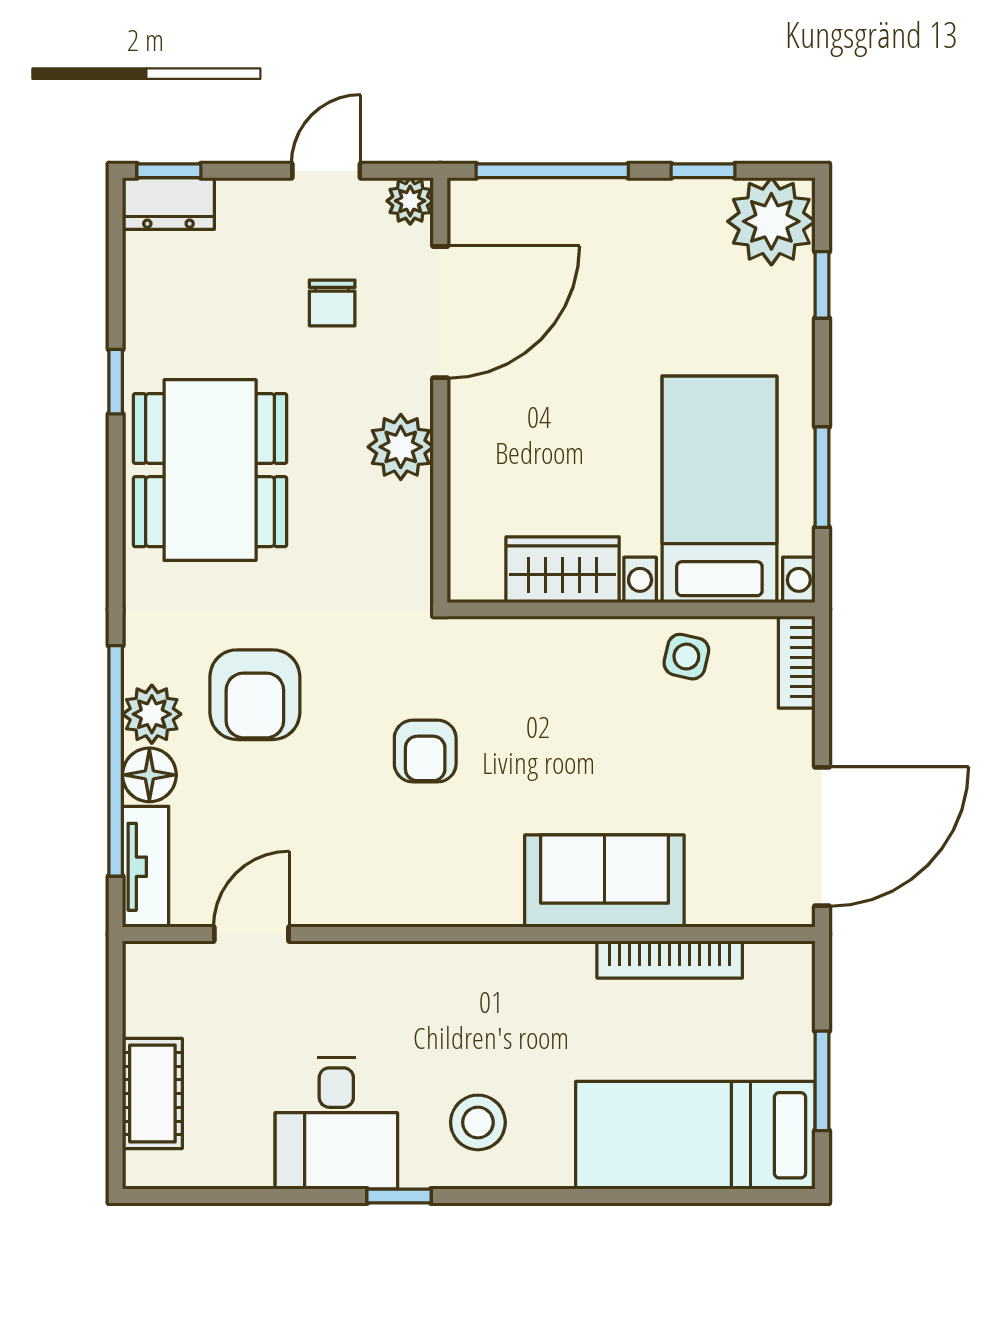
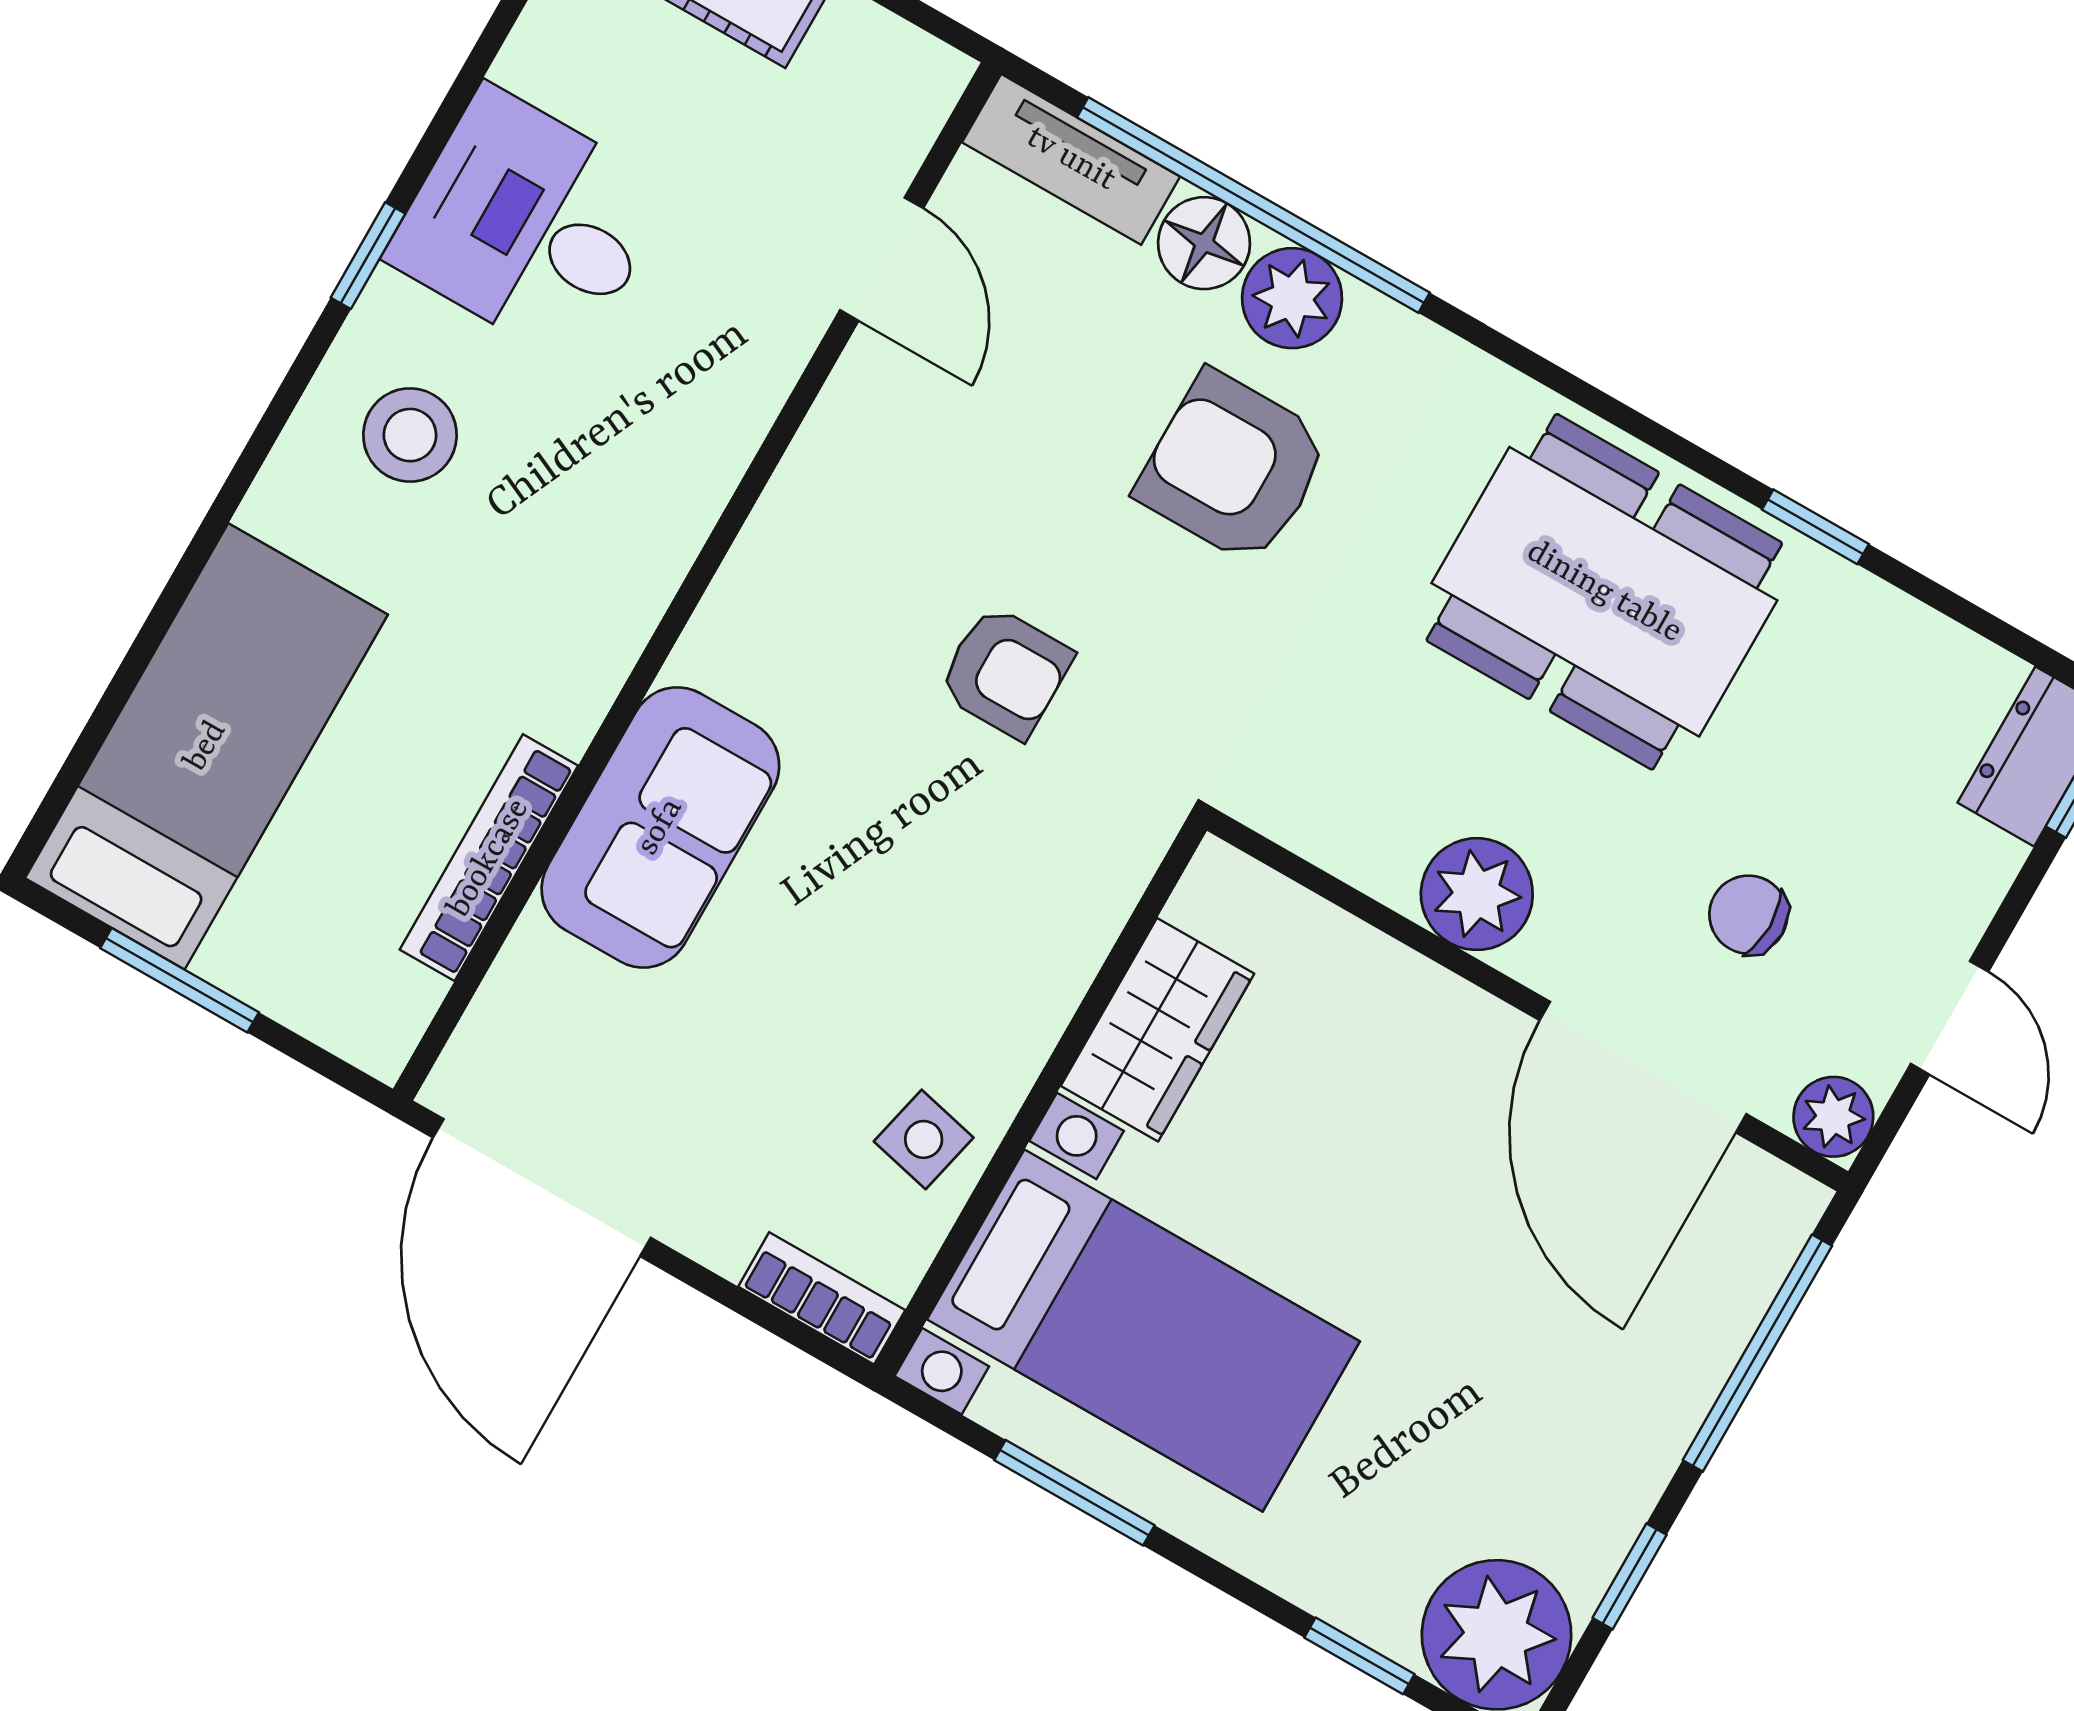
armchair: (425, 751) -> (1005, 672), turned 180

